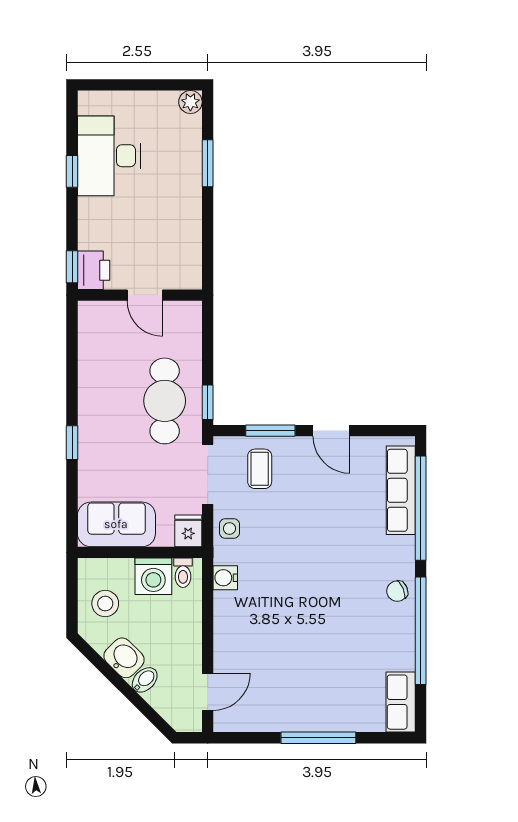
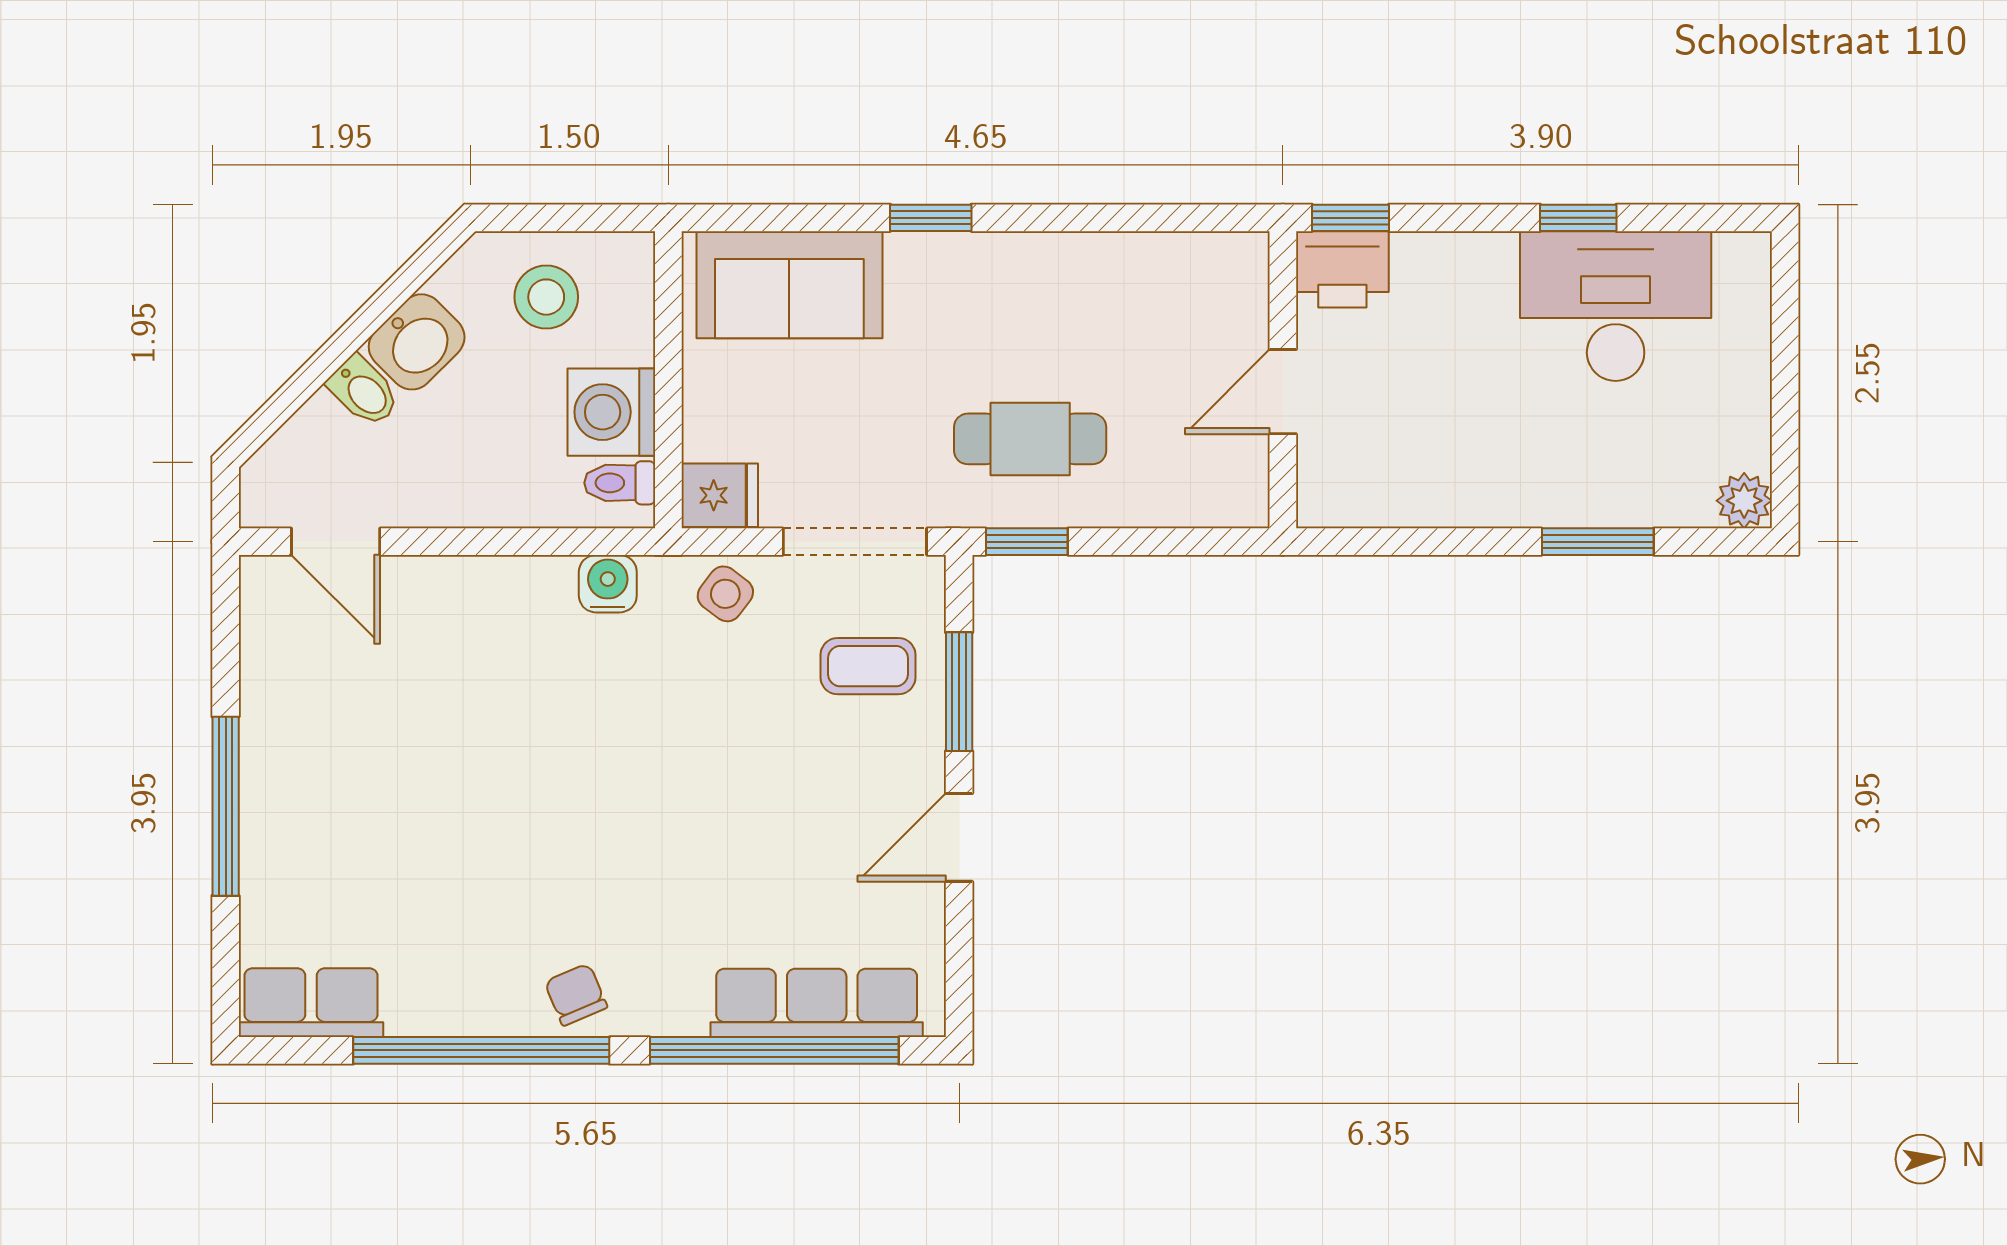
cafe table: (165, 401) -> (1030, 439), width x0.73, depth x0.74
sofa: (116, 524) -> (789, 285), moved, turned 90
side table: (229, 529) -> (725, 594), turned 37

